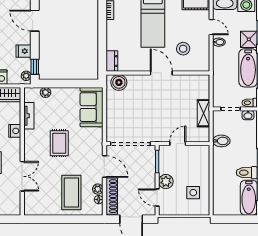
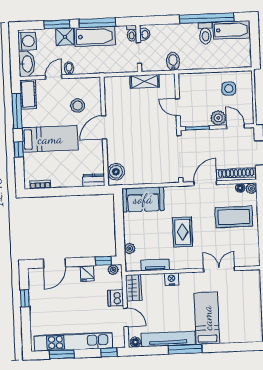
rug: (59, 143) -> (183, 232), turned 90
plant: (98, 189) -> (251, 188), moved
door: (157, 198) -> (235, 126), swing flipped

